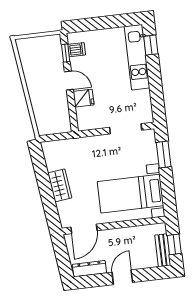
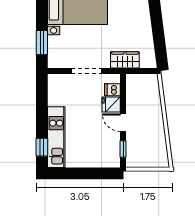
dishwasher: (77, 50) -> (112, 90), moved
doorway: (126, 129) -> (87, 71), moved
wardrobe: (60, 185) -> (125, 60), moved, turned 97

